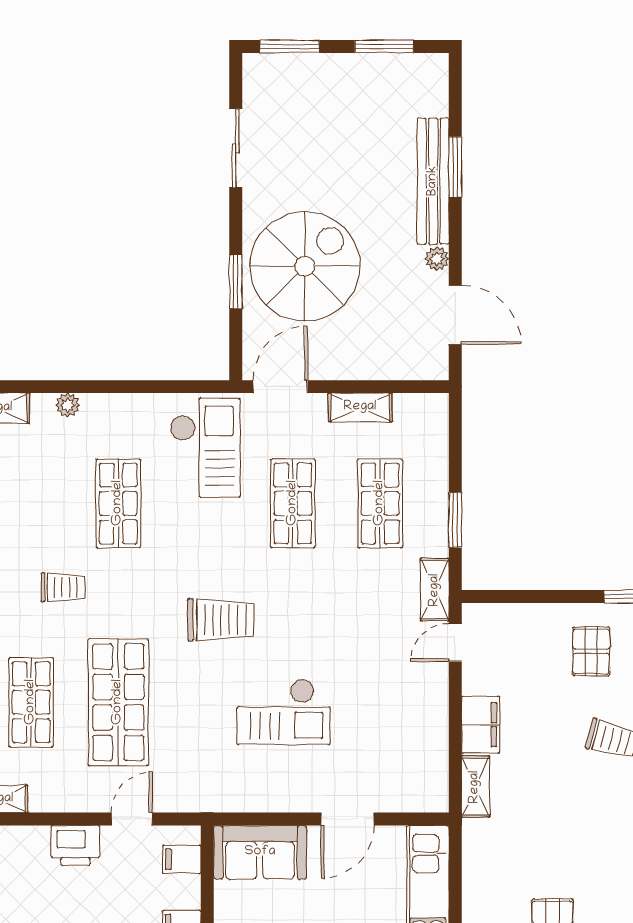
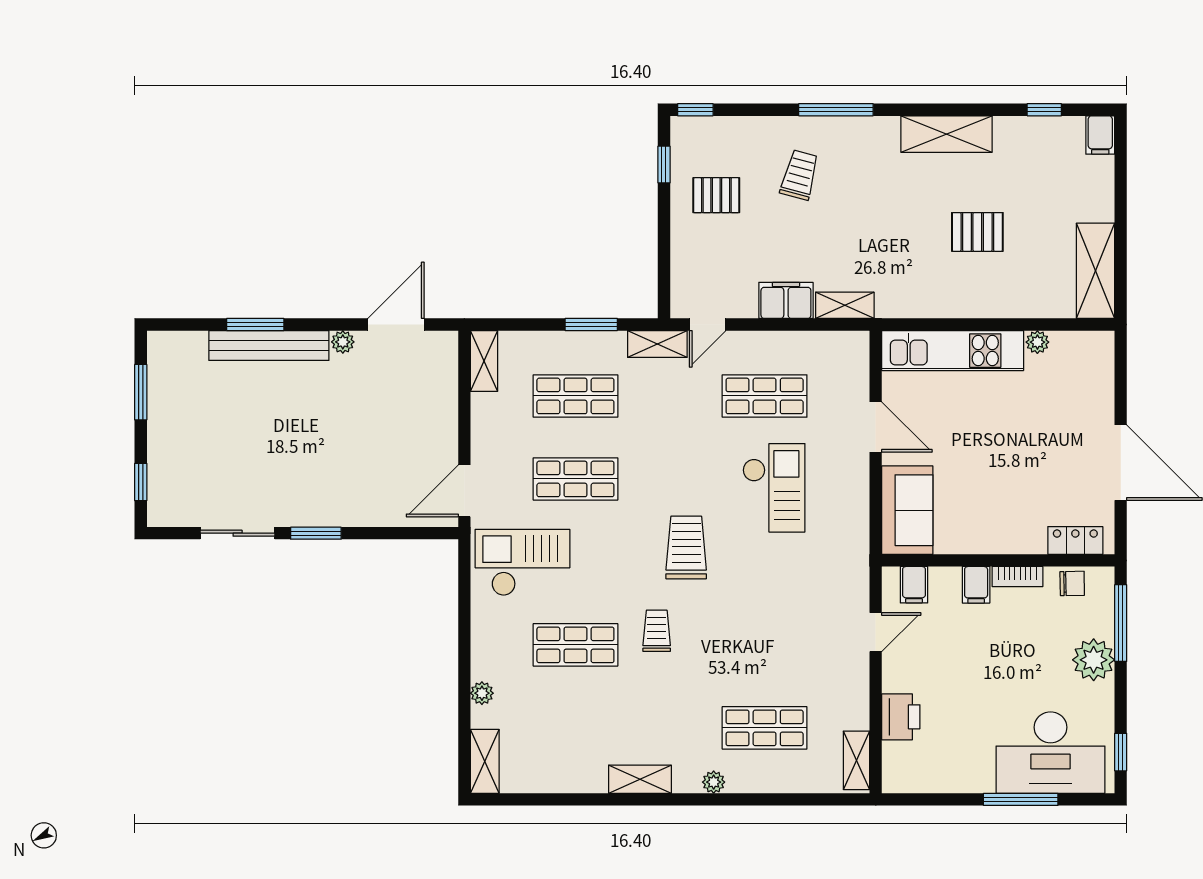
window: (290, 46) -> (141, 482), width x0.67
spiral stairs: (305, 266) -> (350, 468), removed
window: (236, 282) -> (316, 533), moved
door: (280, 387) -> (464, 491), hinge flipped
shelving: (360, 407) -> (484, 361), moved
trolley: (63, 587) -> (657, 631), moved
door: (455, 642) -> (708, 325), hinge flipped
shop shelf: (118, 702) -> (765, 396), moved, width x0.70, depth x0.74
door: (132, 819) -> (876, 632), swing flipped
printer: (75, 845) -> (901, 717), moved

